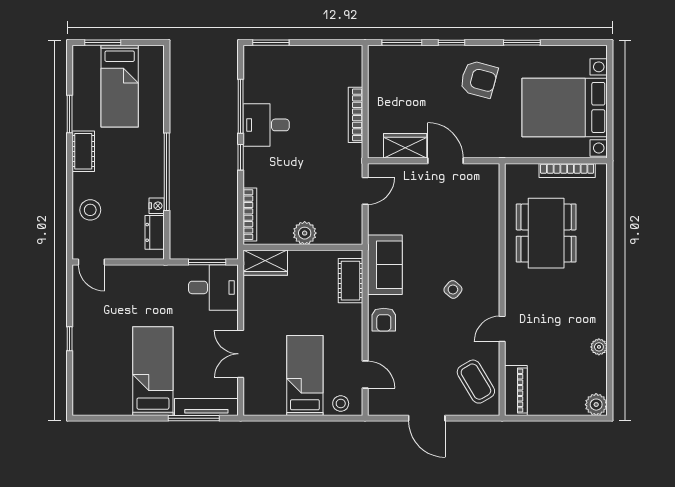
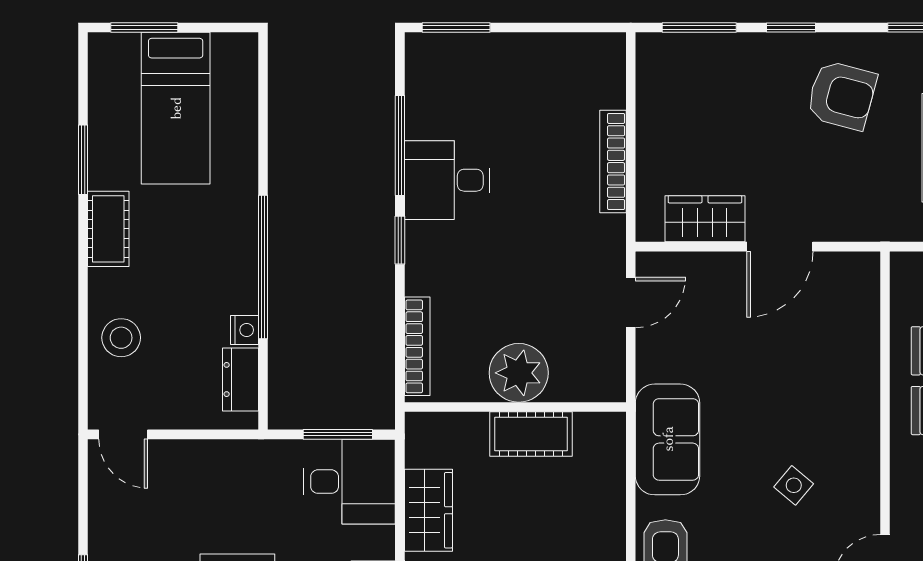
door: (445, 161) -> (780, 247), swing flipped
plant: (305, 233) -> (519, 373), width x1.36, depth x1.36
wardrobe: (265, 263) -> (428, 510), moved, turned -90
cot: (350, 281) -> (531, 434), moved, turned 90

